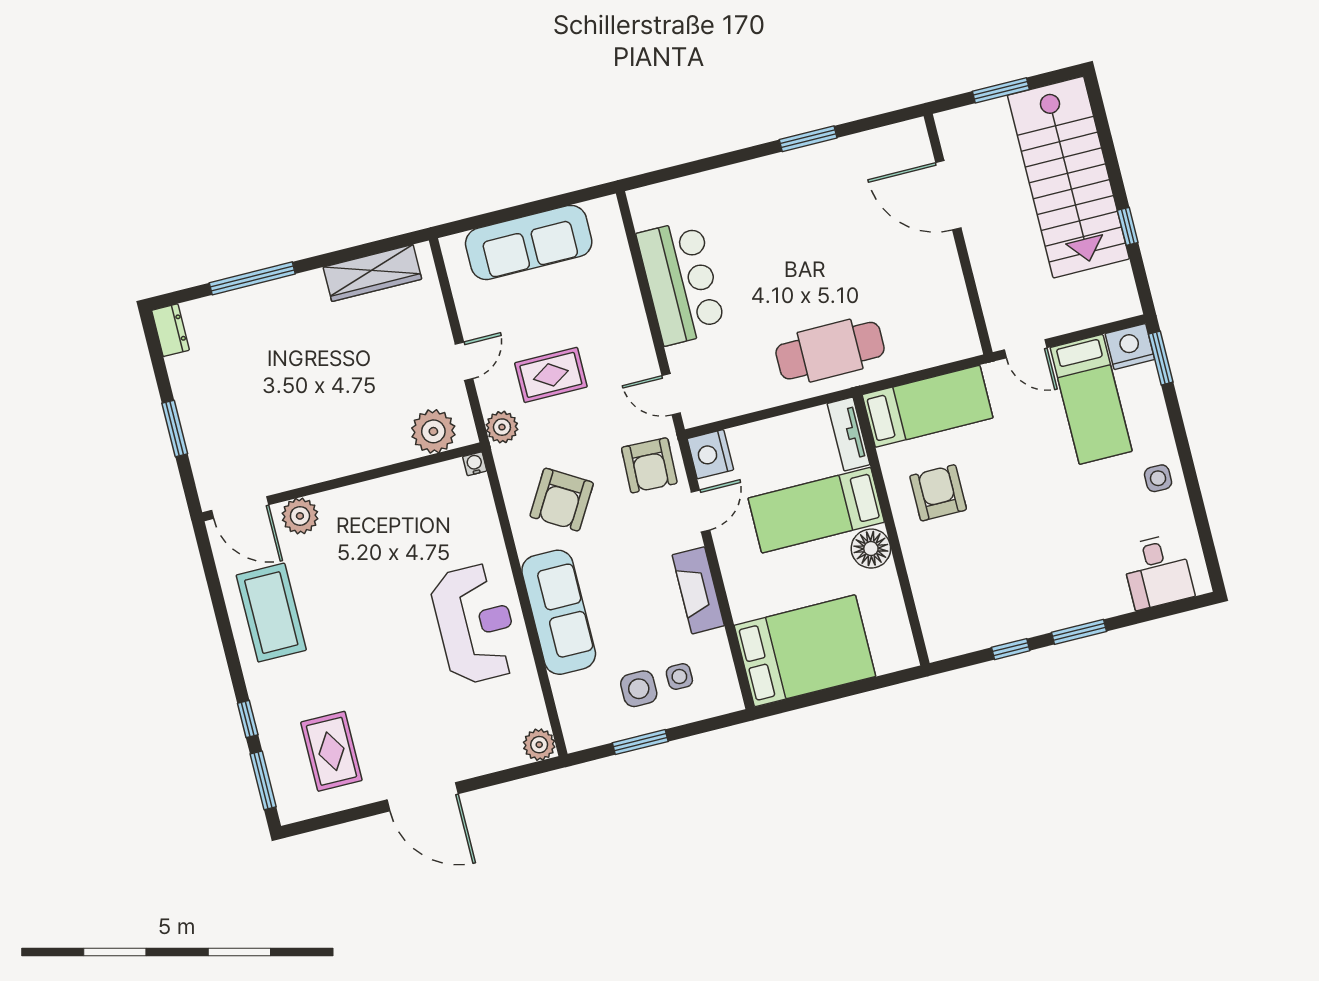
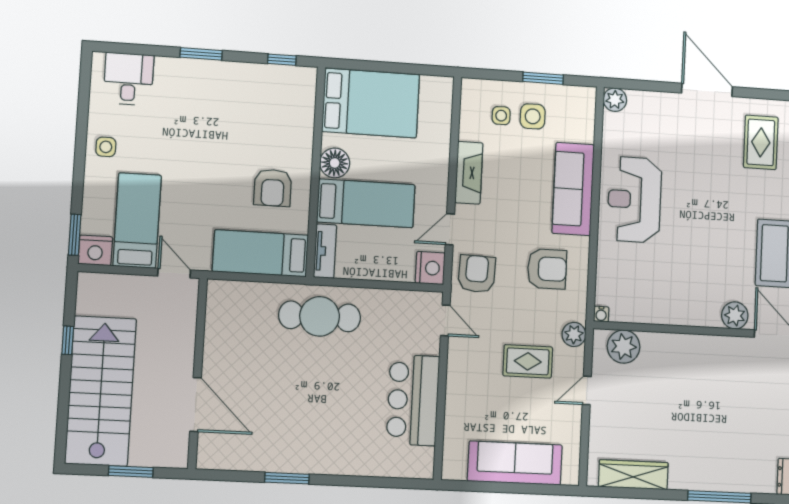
armchair: (562, 500) -> (547, 269), turned 59
window: (1011, 649) -> (282, 60), moved
bed: (805, 651) -> (371, 103), moved, turned 180

